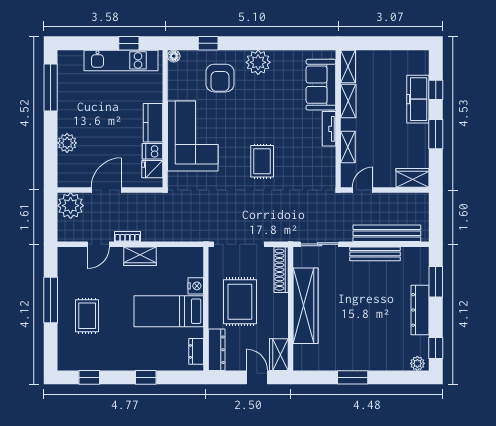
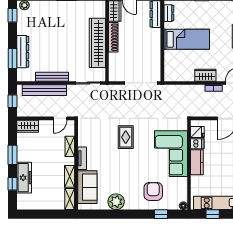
plant: (258, 62) -> (116, 202), moved
window: (436, 216) -> (12, 101), added
shoe rack: (281, 270) -> (113, 37), moved
nightstand: (196, 286) -> (169, 56), removed
rug: (240, 302) -> (140, 45), removed
dresser: (420, 310) -> (23, 52), moved

